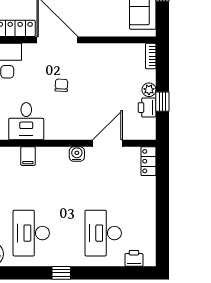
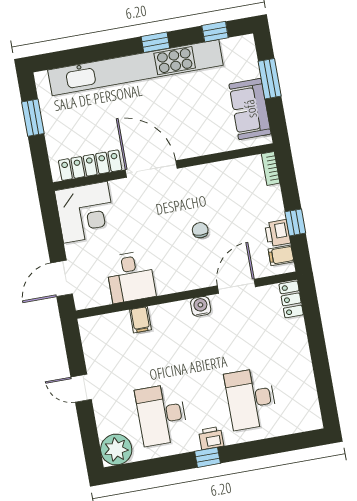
chair: (61, 85) -> (200, 230), moved
plant: (149, 90) -> (276, 211), removed
filing cabinet: (147, 125) -> (281, 255), added
printer: (134, 258) -> (211, 438), moved

